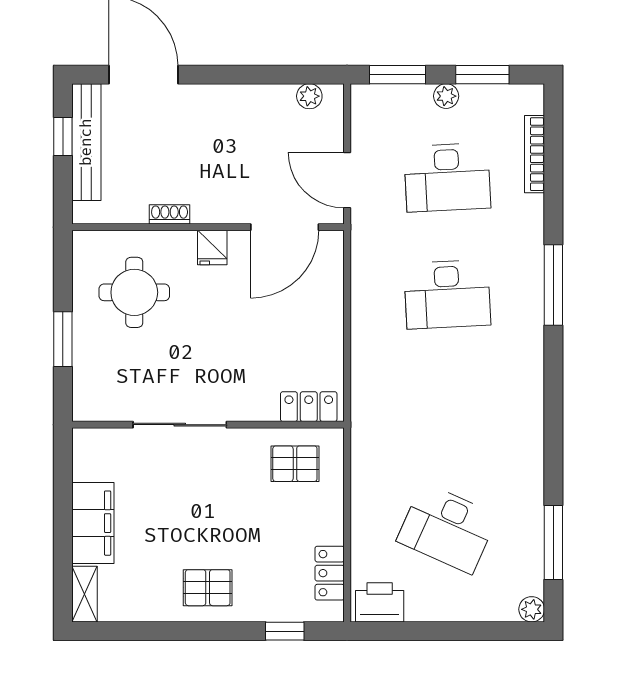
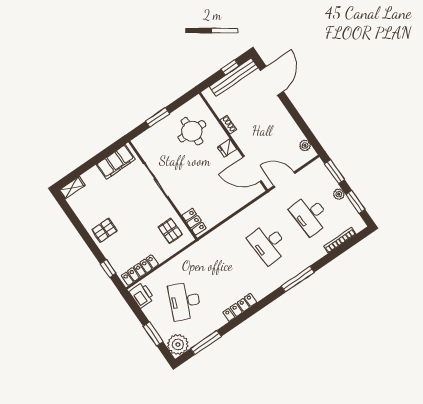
door: (347, 180) -> (284, 180), hinge flipped
locker: (531, 432) -> (240, 307), added
filing cabinet: (93, 523) -> (116, 162), moved
locker: (330, 573) -> (140, 270), width x1.53
pallet: (208, 588) -> (105, 230), turned 90
plant: (532, 609) -> (178, 344), width x1.88, depth x1.88
window: (468, 631) -> (153, 334), added

